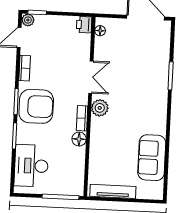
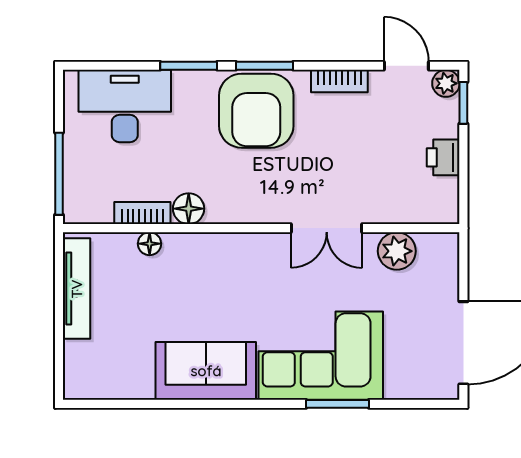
printer: (84, 25) -> (443, 157), moved, turned -90
floor lamp: (100, 31) -> (150, 244), moved
corner sofa: (148, 82) -> (321, 356), added
plant: (100, 108) -> (397, 251), moved
bookcase: (82, 118) -> (142, 213), moved
sofa: (152, 158) -> (206, 371), moved

